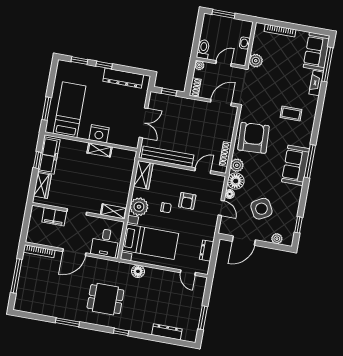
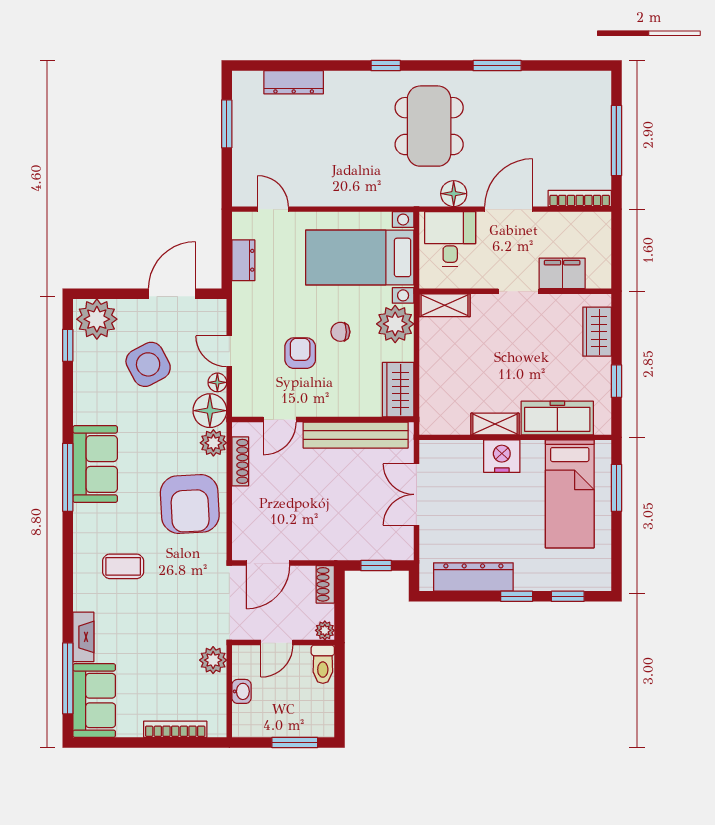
freezer: (49, 156) -> (557, 418), moved, turned 90
plant: (277, 239) -> (97, 319), width x1.87, depth x1.87
floor lamp: (138, 271) -> (454, 194), moved
dining table: (105, 299) -> (429, 126), width x1.38

